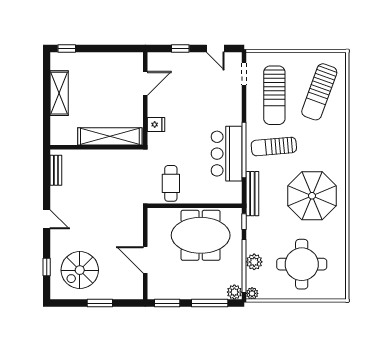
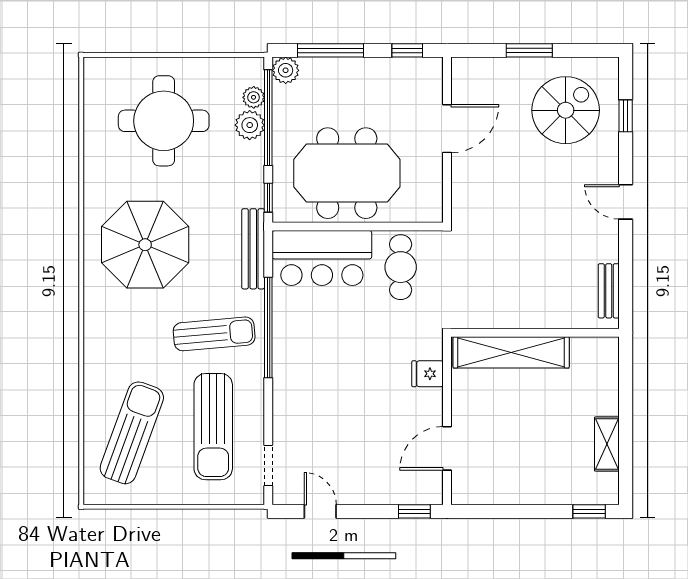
window: (180, 49) -> (414, 511), moved
shelving: (59, 93) -> (607, 444), width x0.67, depth x0.75
sun lounger: (274, 95) -> (213, 427), turned 180
bar counter: (227, 154) -> (322, 258), moved, turned 90
door: (145, 260) -> (447, 129), hinge flipped
plant: (252, 293) -> (254, 97), moved
window: (167, 303) -> (407, 50), width x0.67

